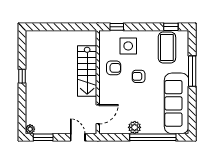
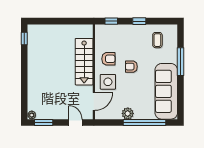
window: (171, 27) -> (139, 21), moved
side table: (128, 46) -> (108, 82), moved
coffee table: (167, 48) -> (157, 40), width x0.54, depth x0.58
window: (22, 76) -> (24, 38), moved

